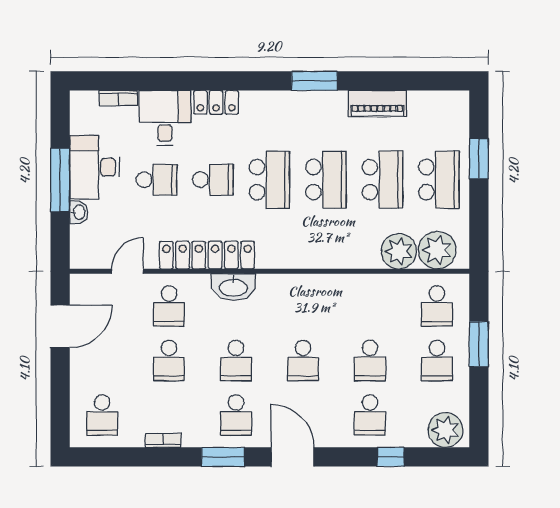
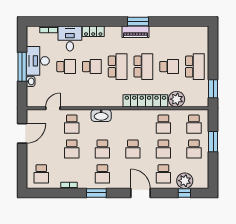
piano: (377, 103) -> (135, 32), moved
window: (479, 158) -> (213, 89), moved
school desk: (382, 180) -> (169, 67), width x0.54
plant: (437, 250) -> (194, 99), removed
locker: (207, 255) -> (145, 101), moved
school desk: (370, 306) -> (163, 124), added
plant: (445, 430) -> (185, 181), moved
door: (292, 457) -> (140, 193), moved
window: (391, 457) -> (184, 193), moved

